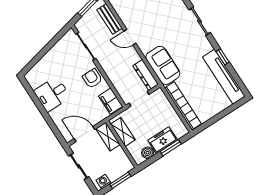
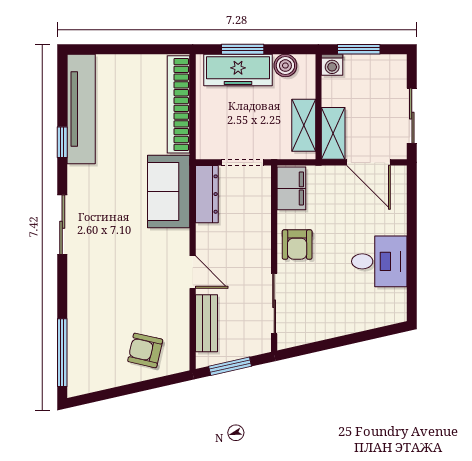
freezer: (163, 140) -> (238, 70), width x1.40
washing machine: (103, 182) -> (332, 65), moved

